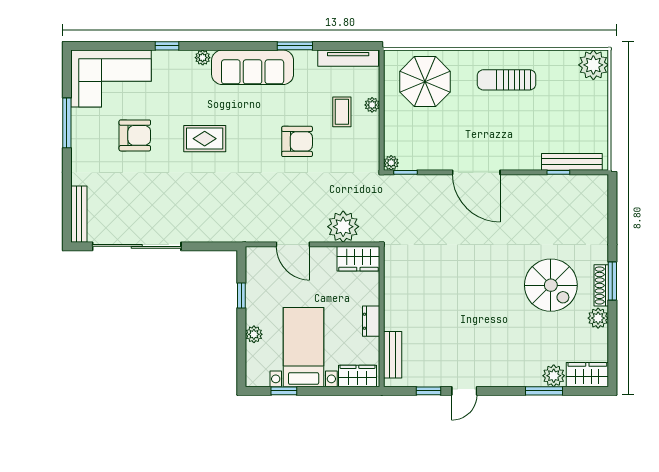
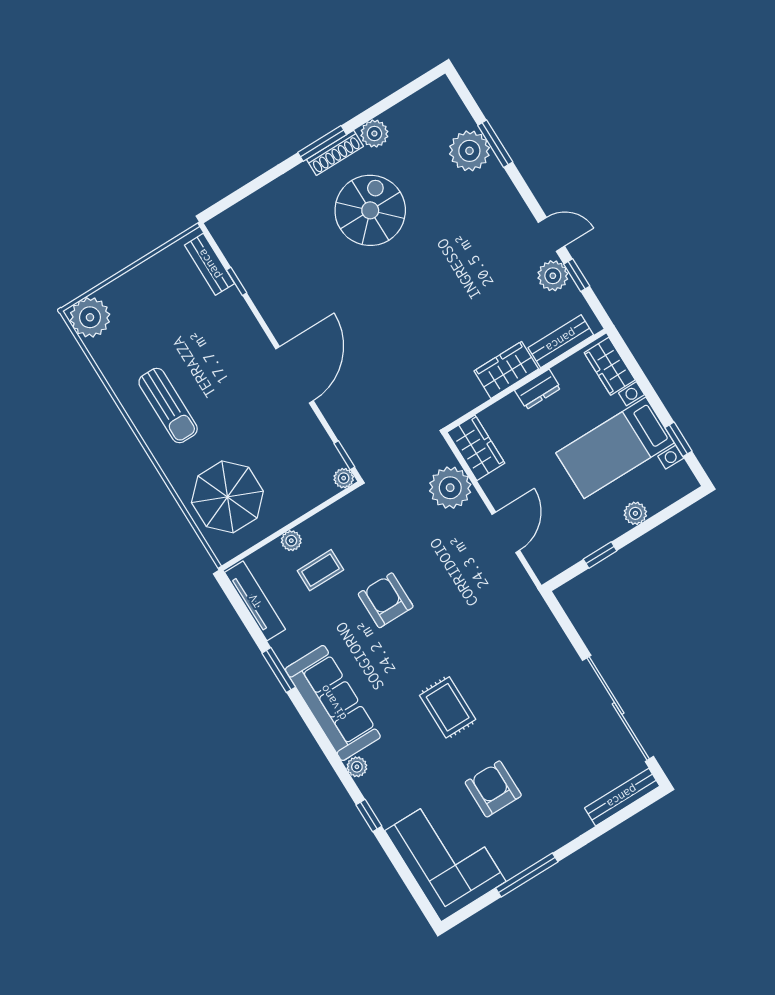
bench: (572, 162) -> (209, 264), width x0.73
plant: (437, 375) -> (553, 276), added
wardrobe: (587, 375) -> (506, 370), moved, turned 90
plant: (554, 376) -> (469, 151), width x1.36, depth x1.36

